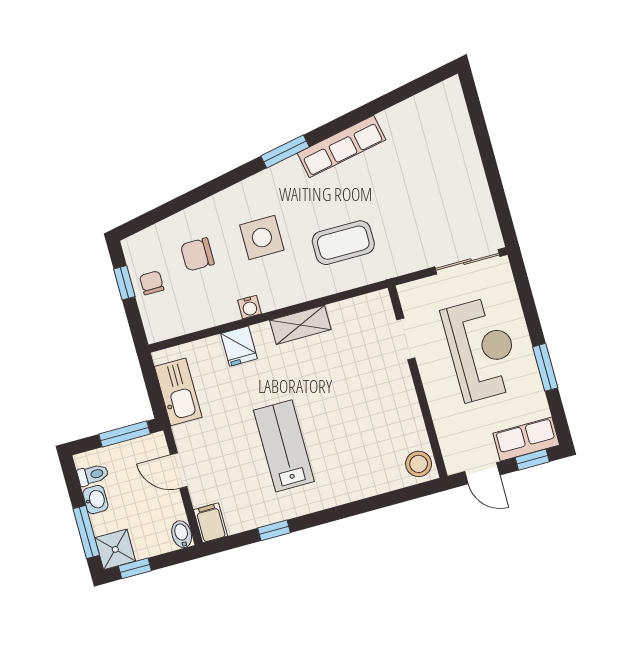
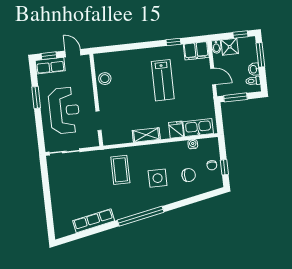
row of seats: (342, 146) -> (94, 221), moved
window: (285, 151) -> (141, 216), width x2.11
coffee table: (343, 243) -> (120, 170), turned 90
water cooler: (249, 307) -> (193, 144), moved
reception desk: (481, 349) -> (64, 111), turned 180
kitchen sink: (178, 392) -> (198, 128), moved, turned 90
stool: (419, 464) -> (105, 79), moved
filing cabinet: (211, 523) -> (196, 51), width x2.00
shower: (115, 549) -> (230, 47), moved

